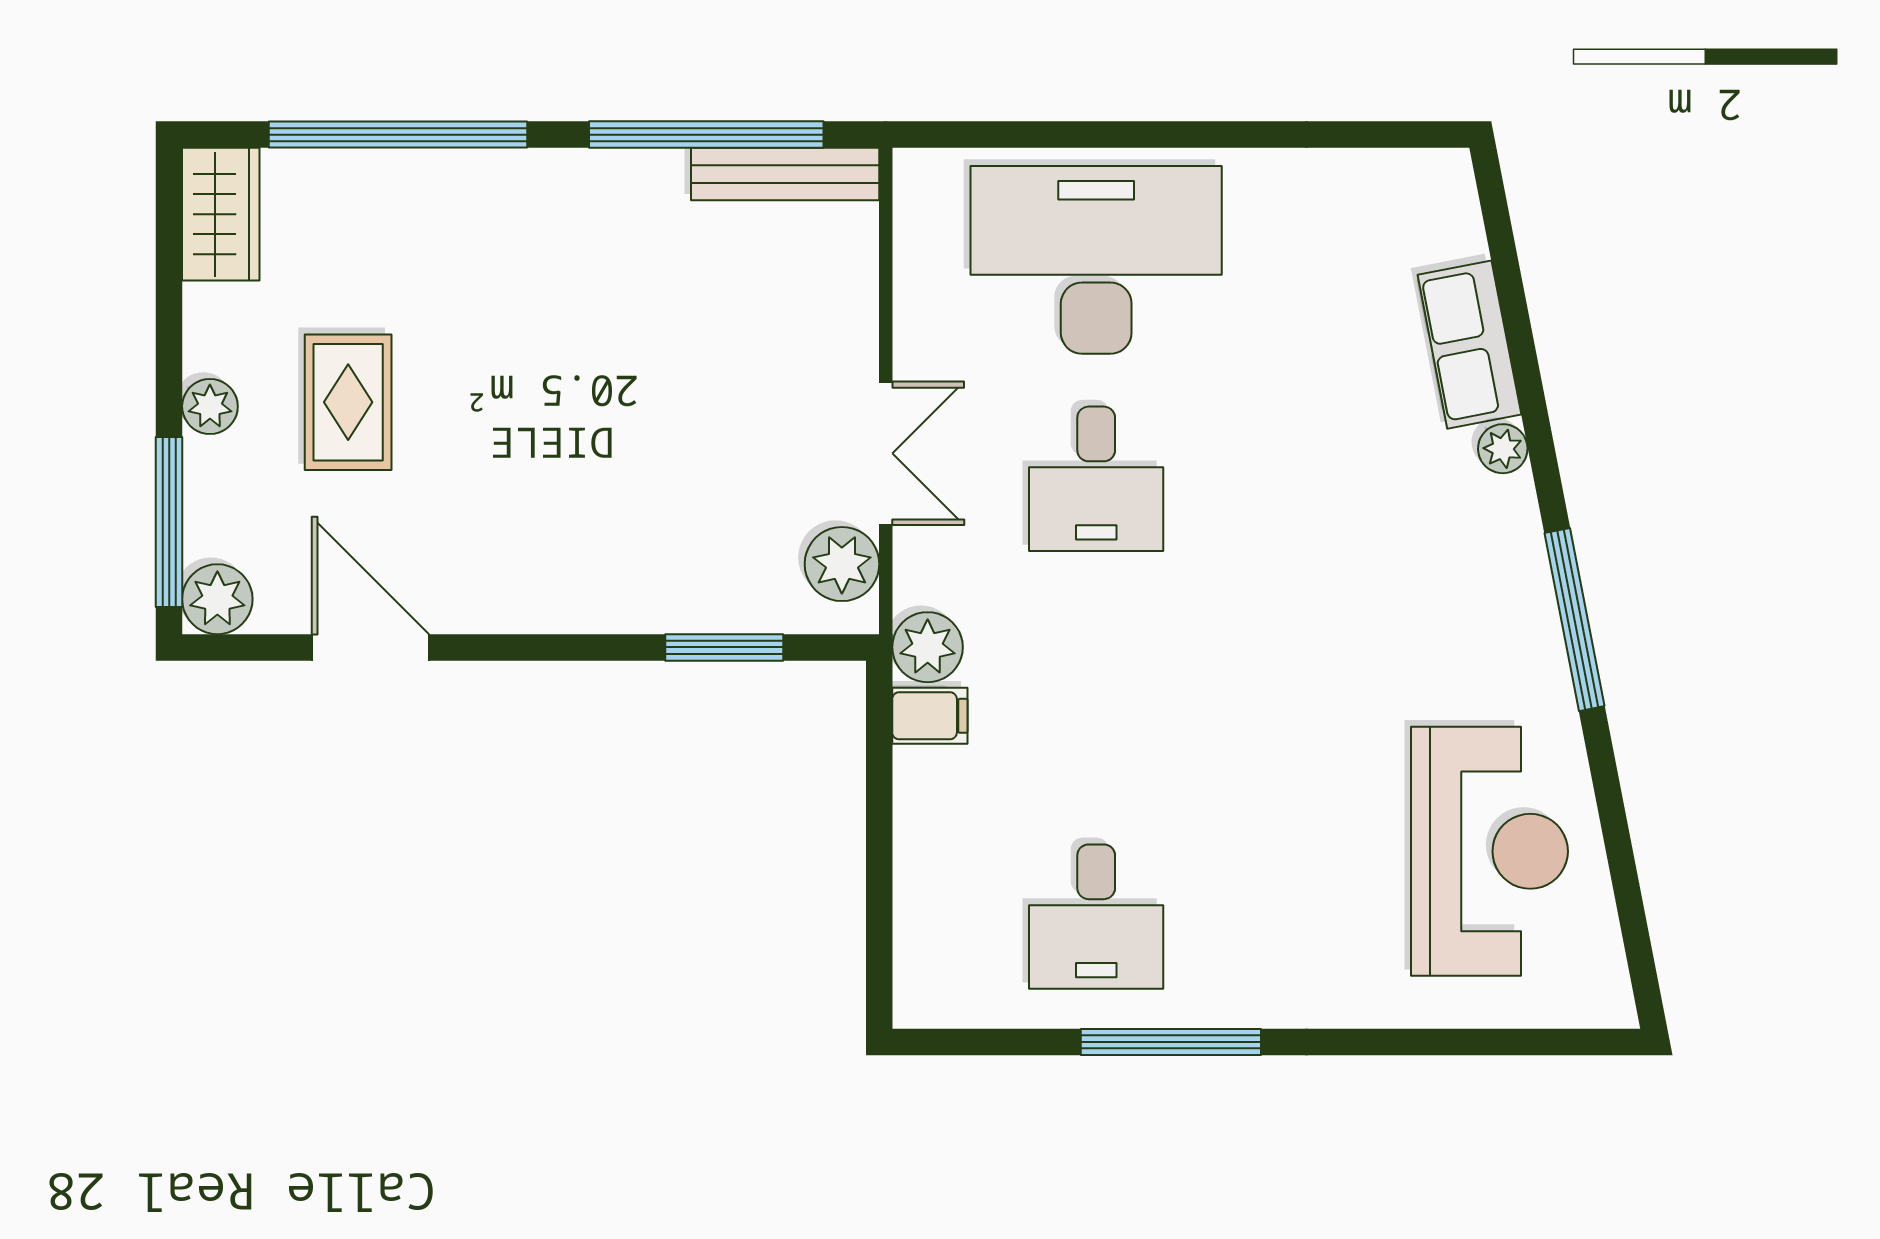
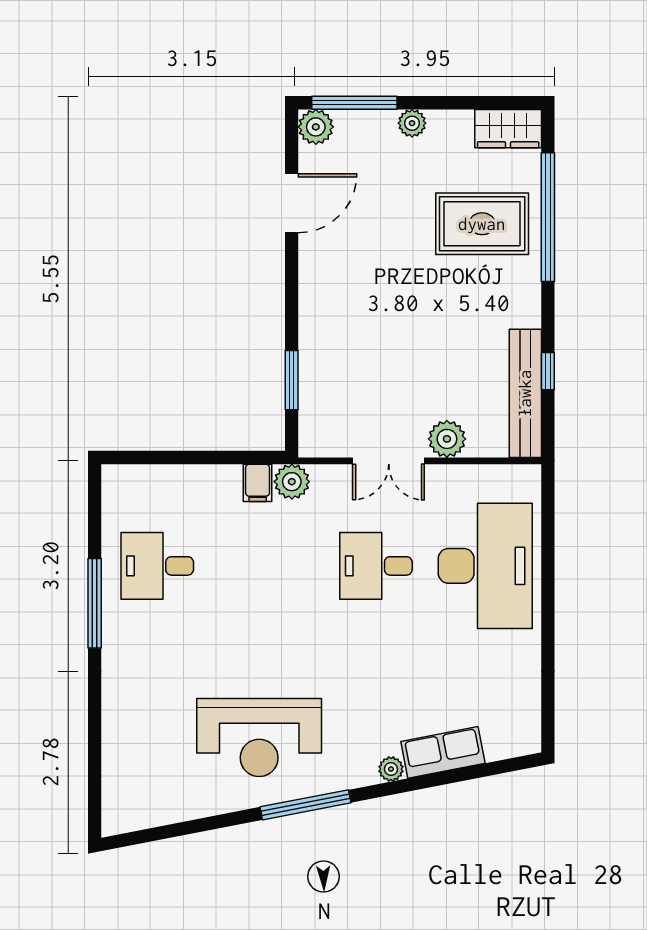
window: (706, 135) -> (548, 371), width x0.32
bench: (785, 174) -> (525, 393), width x1.37, depth x1.21
rug: (348, 402) -> (482, 224), moved, width x1.36, depth x1.43
plant: (842, 564) -> (447, 439), moved
reception desk: (1489, 851) -> (259, 738), moved

